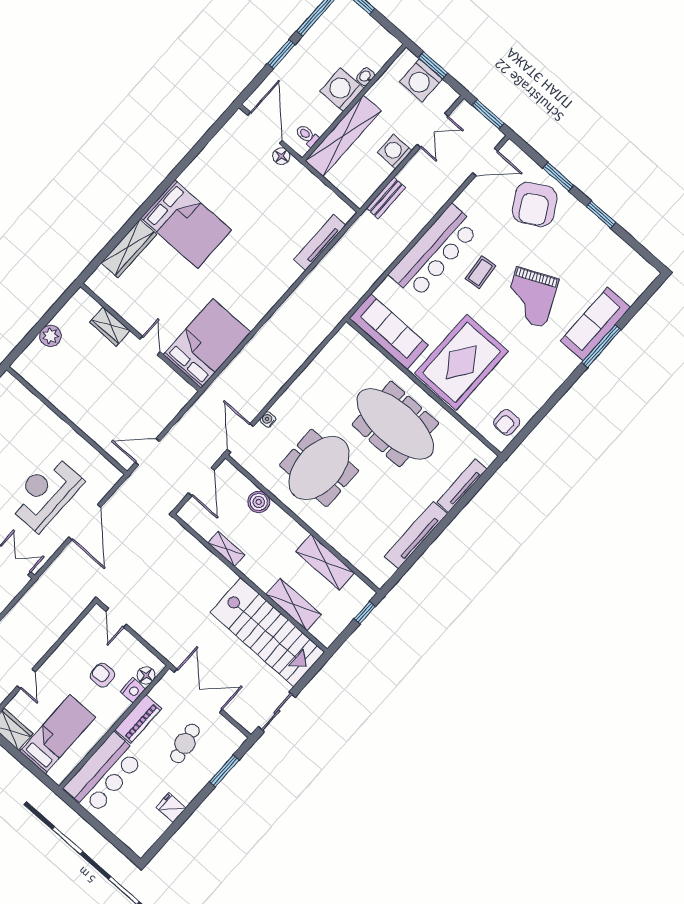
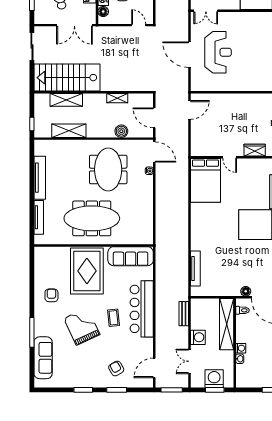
washing machine: (342, 90) -> (241, 348), width x0.53, depth x0.53
armchair: (535, 204) -> (116, 369), width x0.53, depth x0.53
sofa: (595, 324) -> (43, 358), moved
armchair: (507, 422) -> (51, 295), moved

